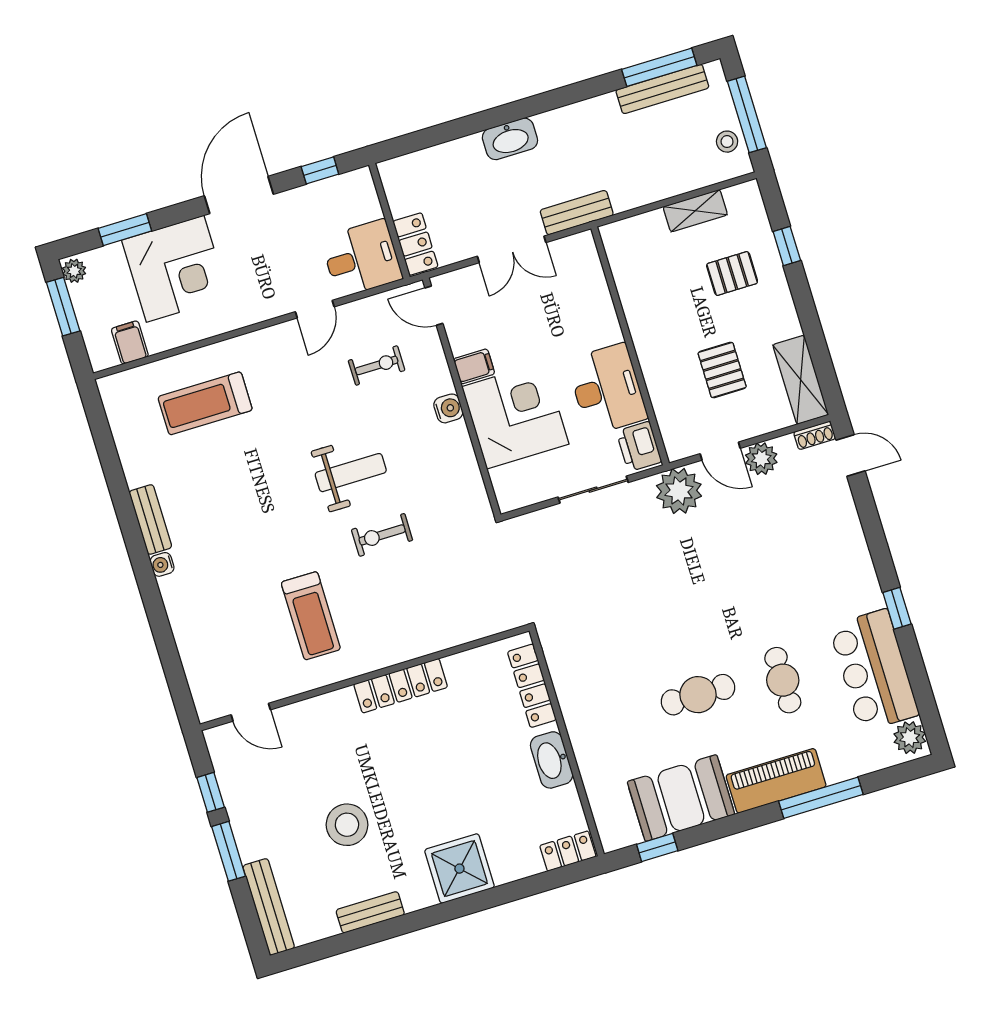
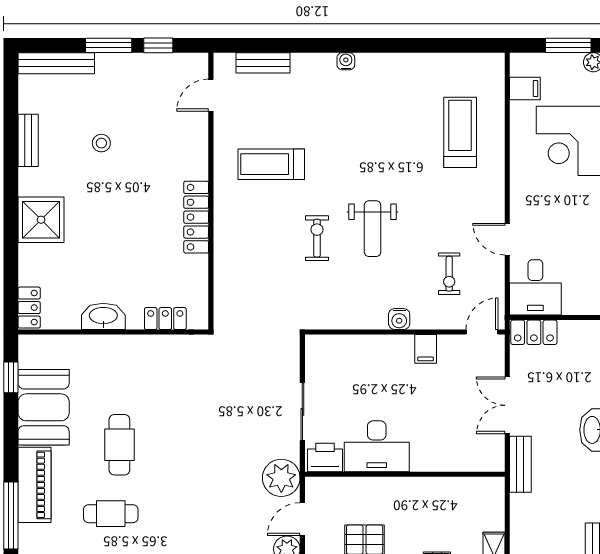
corner desk: (515, 415) -> (378, 369), removed
bench: (150, 519) -> (263, 63), moved
locker: (532, 686) -> (165, 319), width x0.66
stool: (347, 825) -> (101, 143), width x0.53, depth x0.53

